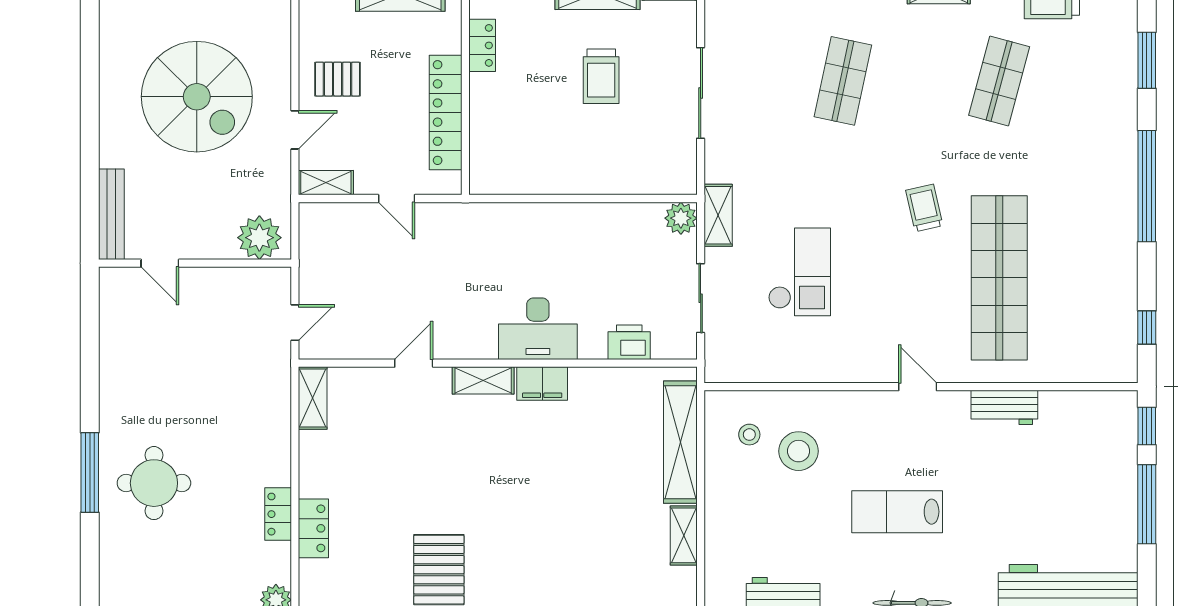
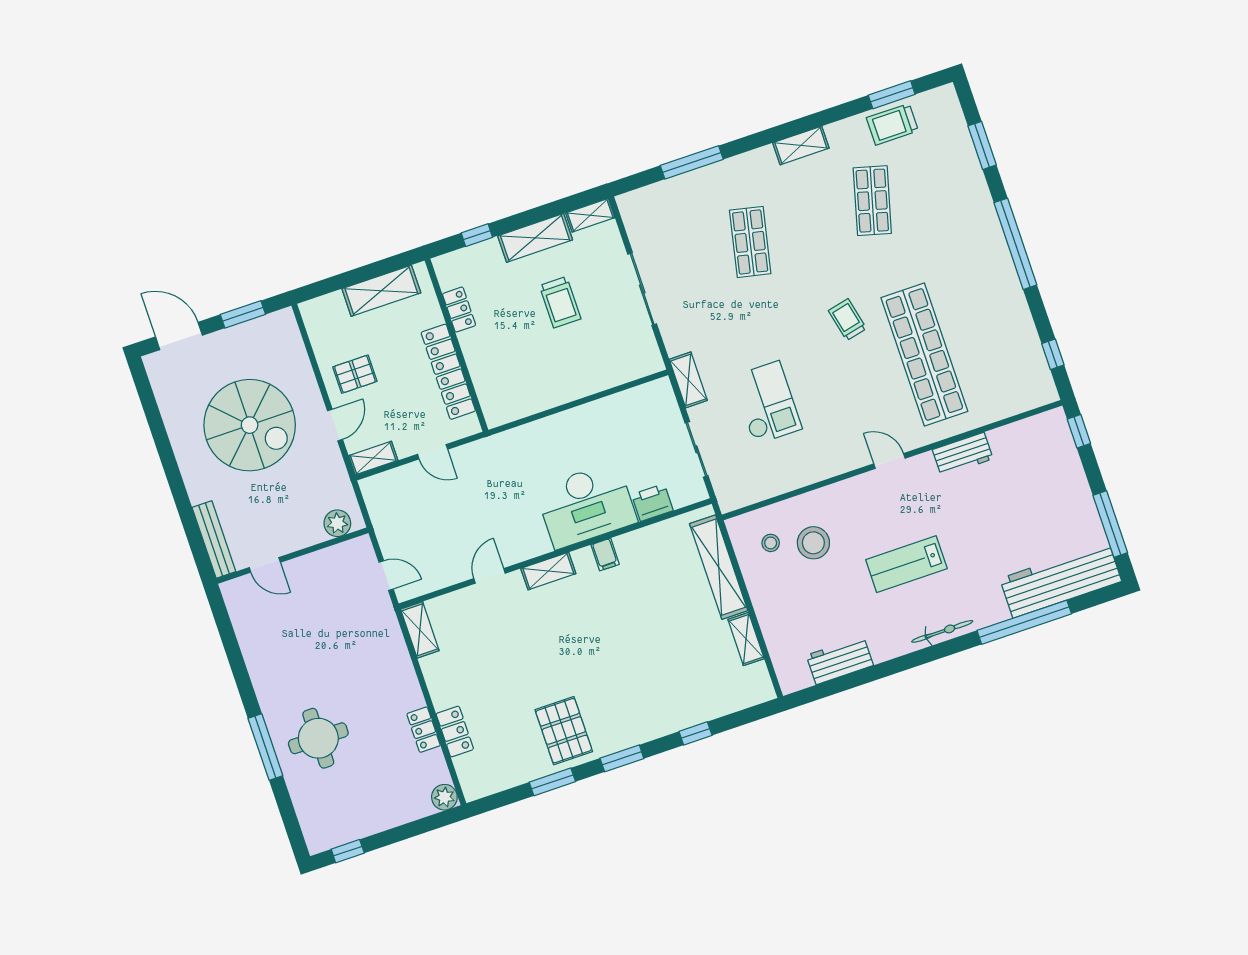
plant: (681, 218) -> (660, 392), removed
plant: (259, 238) -> (337, 523), width x0.73, depth x0.73
door: (295, 323) -> (386, 576), hinge flipped
desk: (538, 329) -> (586, 505), width x1.36, depth x1.30
filing cabinet: (542, 383) -> (605, 554), width x0.50
window: (1147, 504) -> (1110, 524), moved

